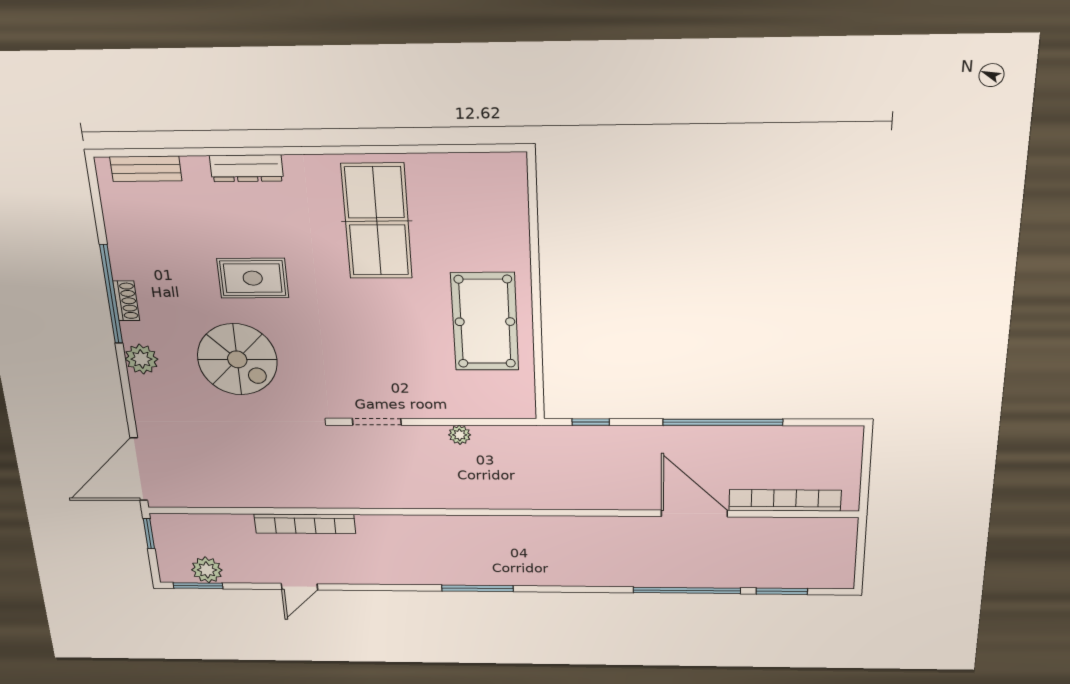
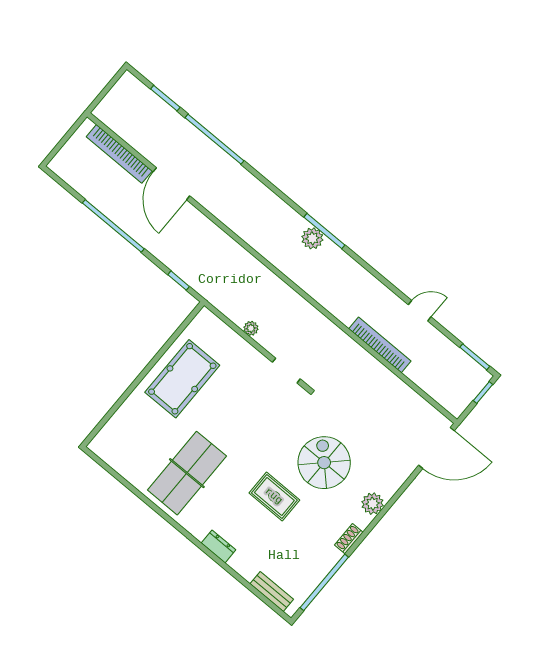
dresser: (247, 168) -> (218, 546), width x0.70
window: (111, 294) -> (324, 582), moved
window: (149, 534) -> (483, 392), moved
plant: (207, 570) -> (312, 238), moved

